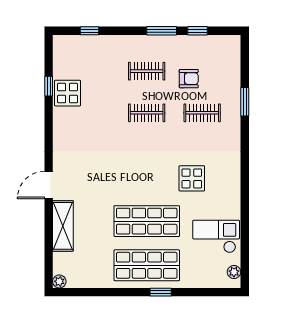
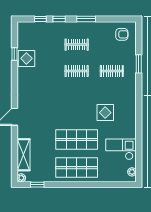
window: (198, 31) -> (59, 19), moved
armchair: (189, 79) -> (122, 34), moved
shelving: (63, 226) -> (24, 155), moved
window: (161, 292) -> (37, 185), moved

